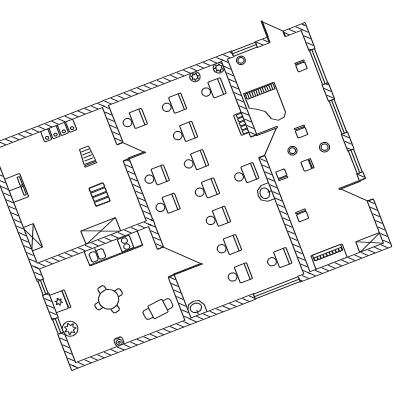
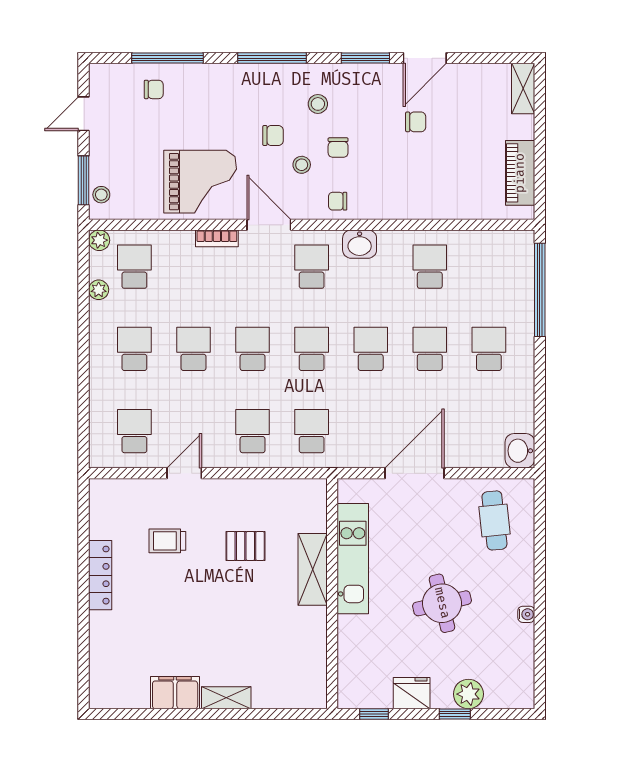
chair: (302, 215) -> (416, 122), moved
shelving: (33, 237) -> (226, 698), moved
school desk: (278, 259) -> (430, 267), moved

